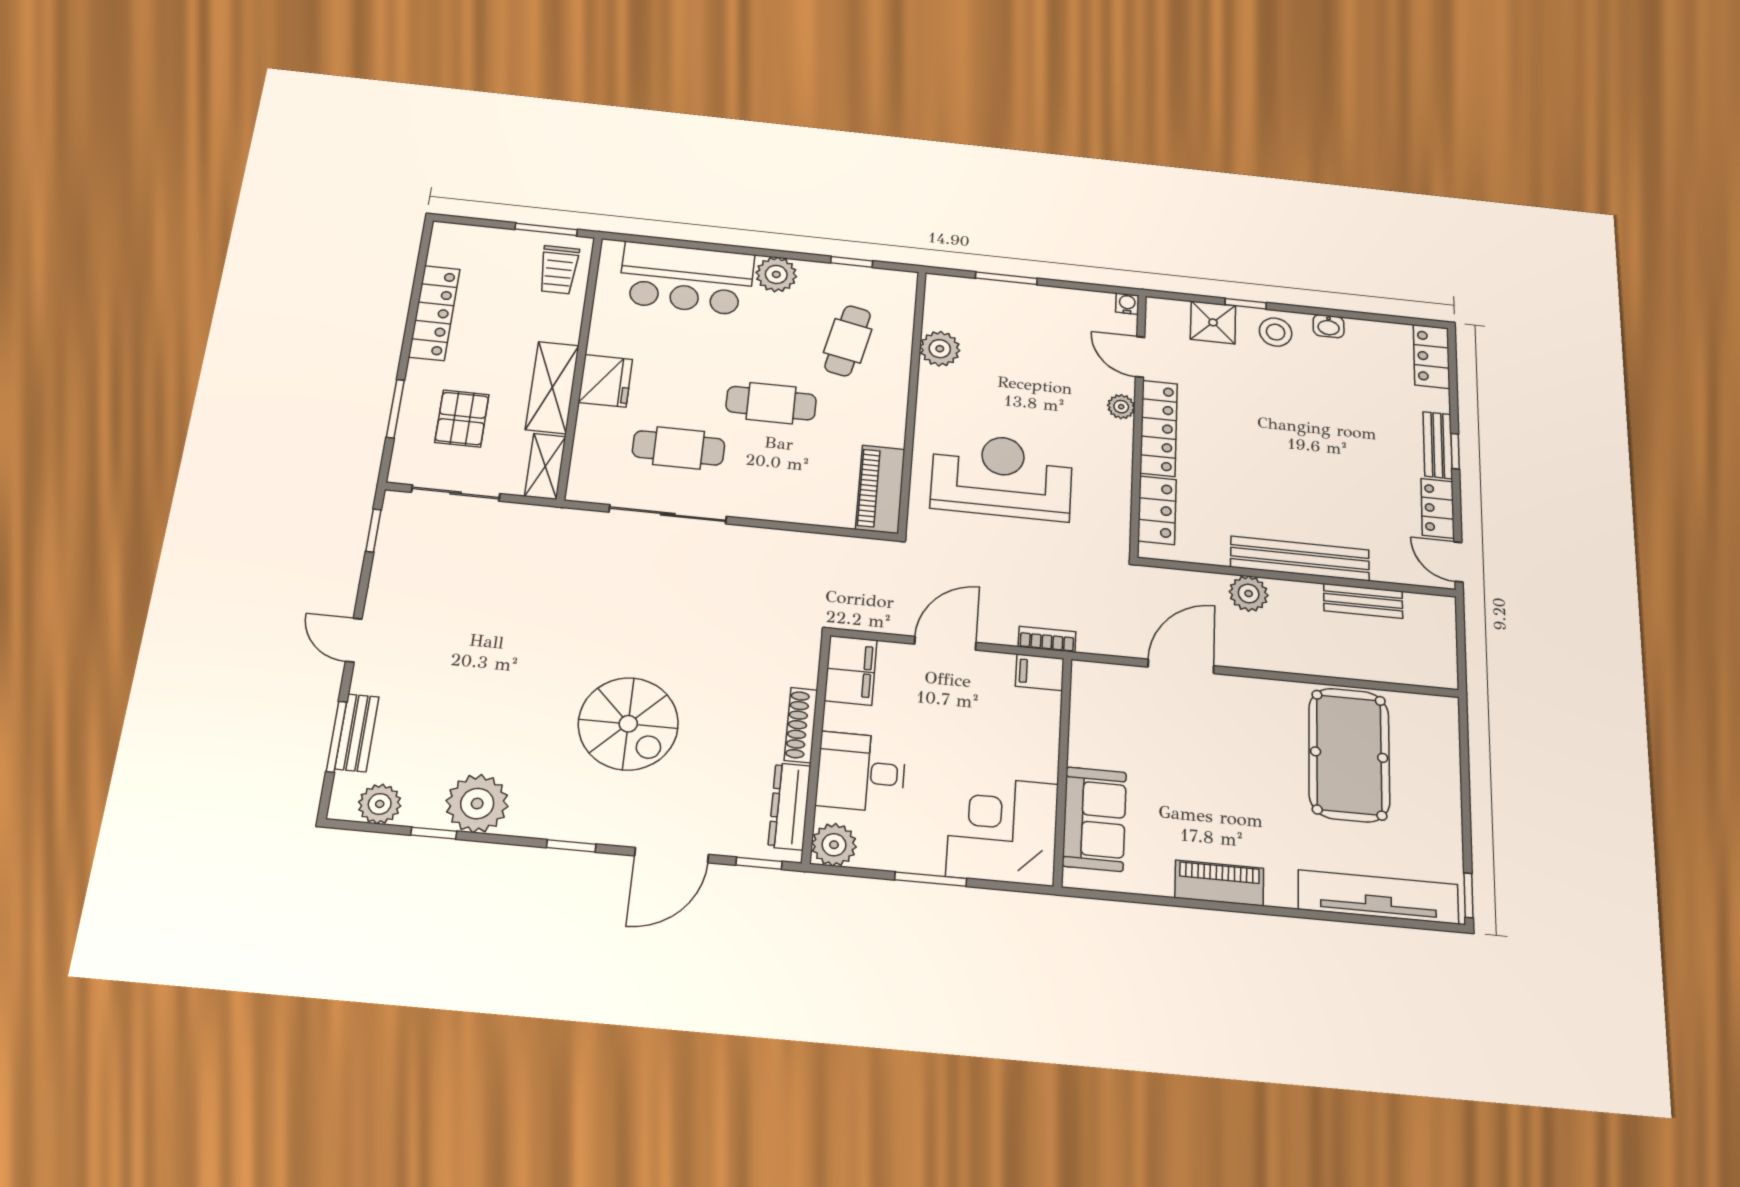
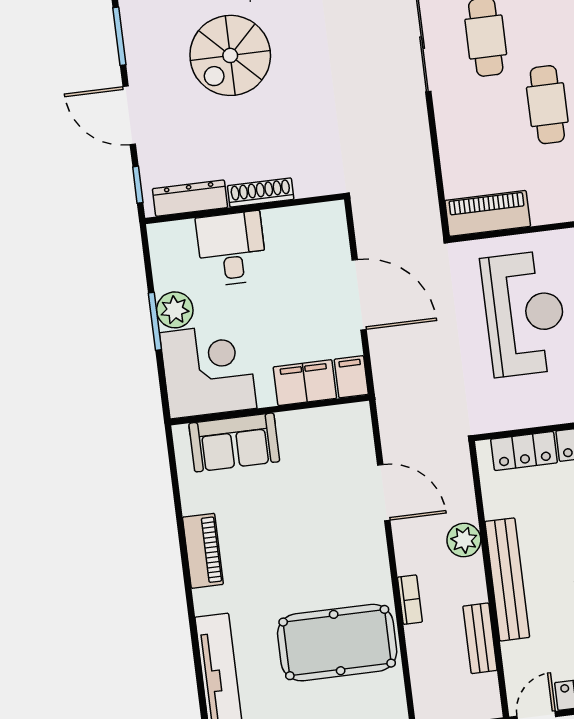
bookcase: (1047, 639) -> (410, 600), moved
door: (945, 643) -> (359, 295), width x1.36
filing cabinet: (851, 670) -> (305, 383), moved, turned 180
plant: (834, 845) -> (175, 310), moved
window: (571, 846) -> (119, 36), width x1.50

